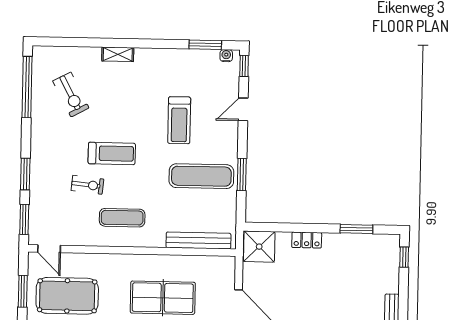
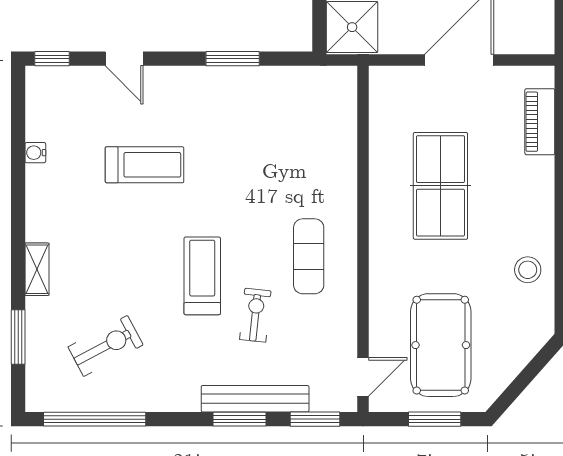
window: (205, 45) -> (18, 337), moved
water cooler: (226, 56) -> (35, 153), moved
exercise mat: (201, 176) -> (237, 126), removed
bench: (198, 241) -> (255, 399), moved, turned 90

